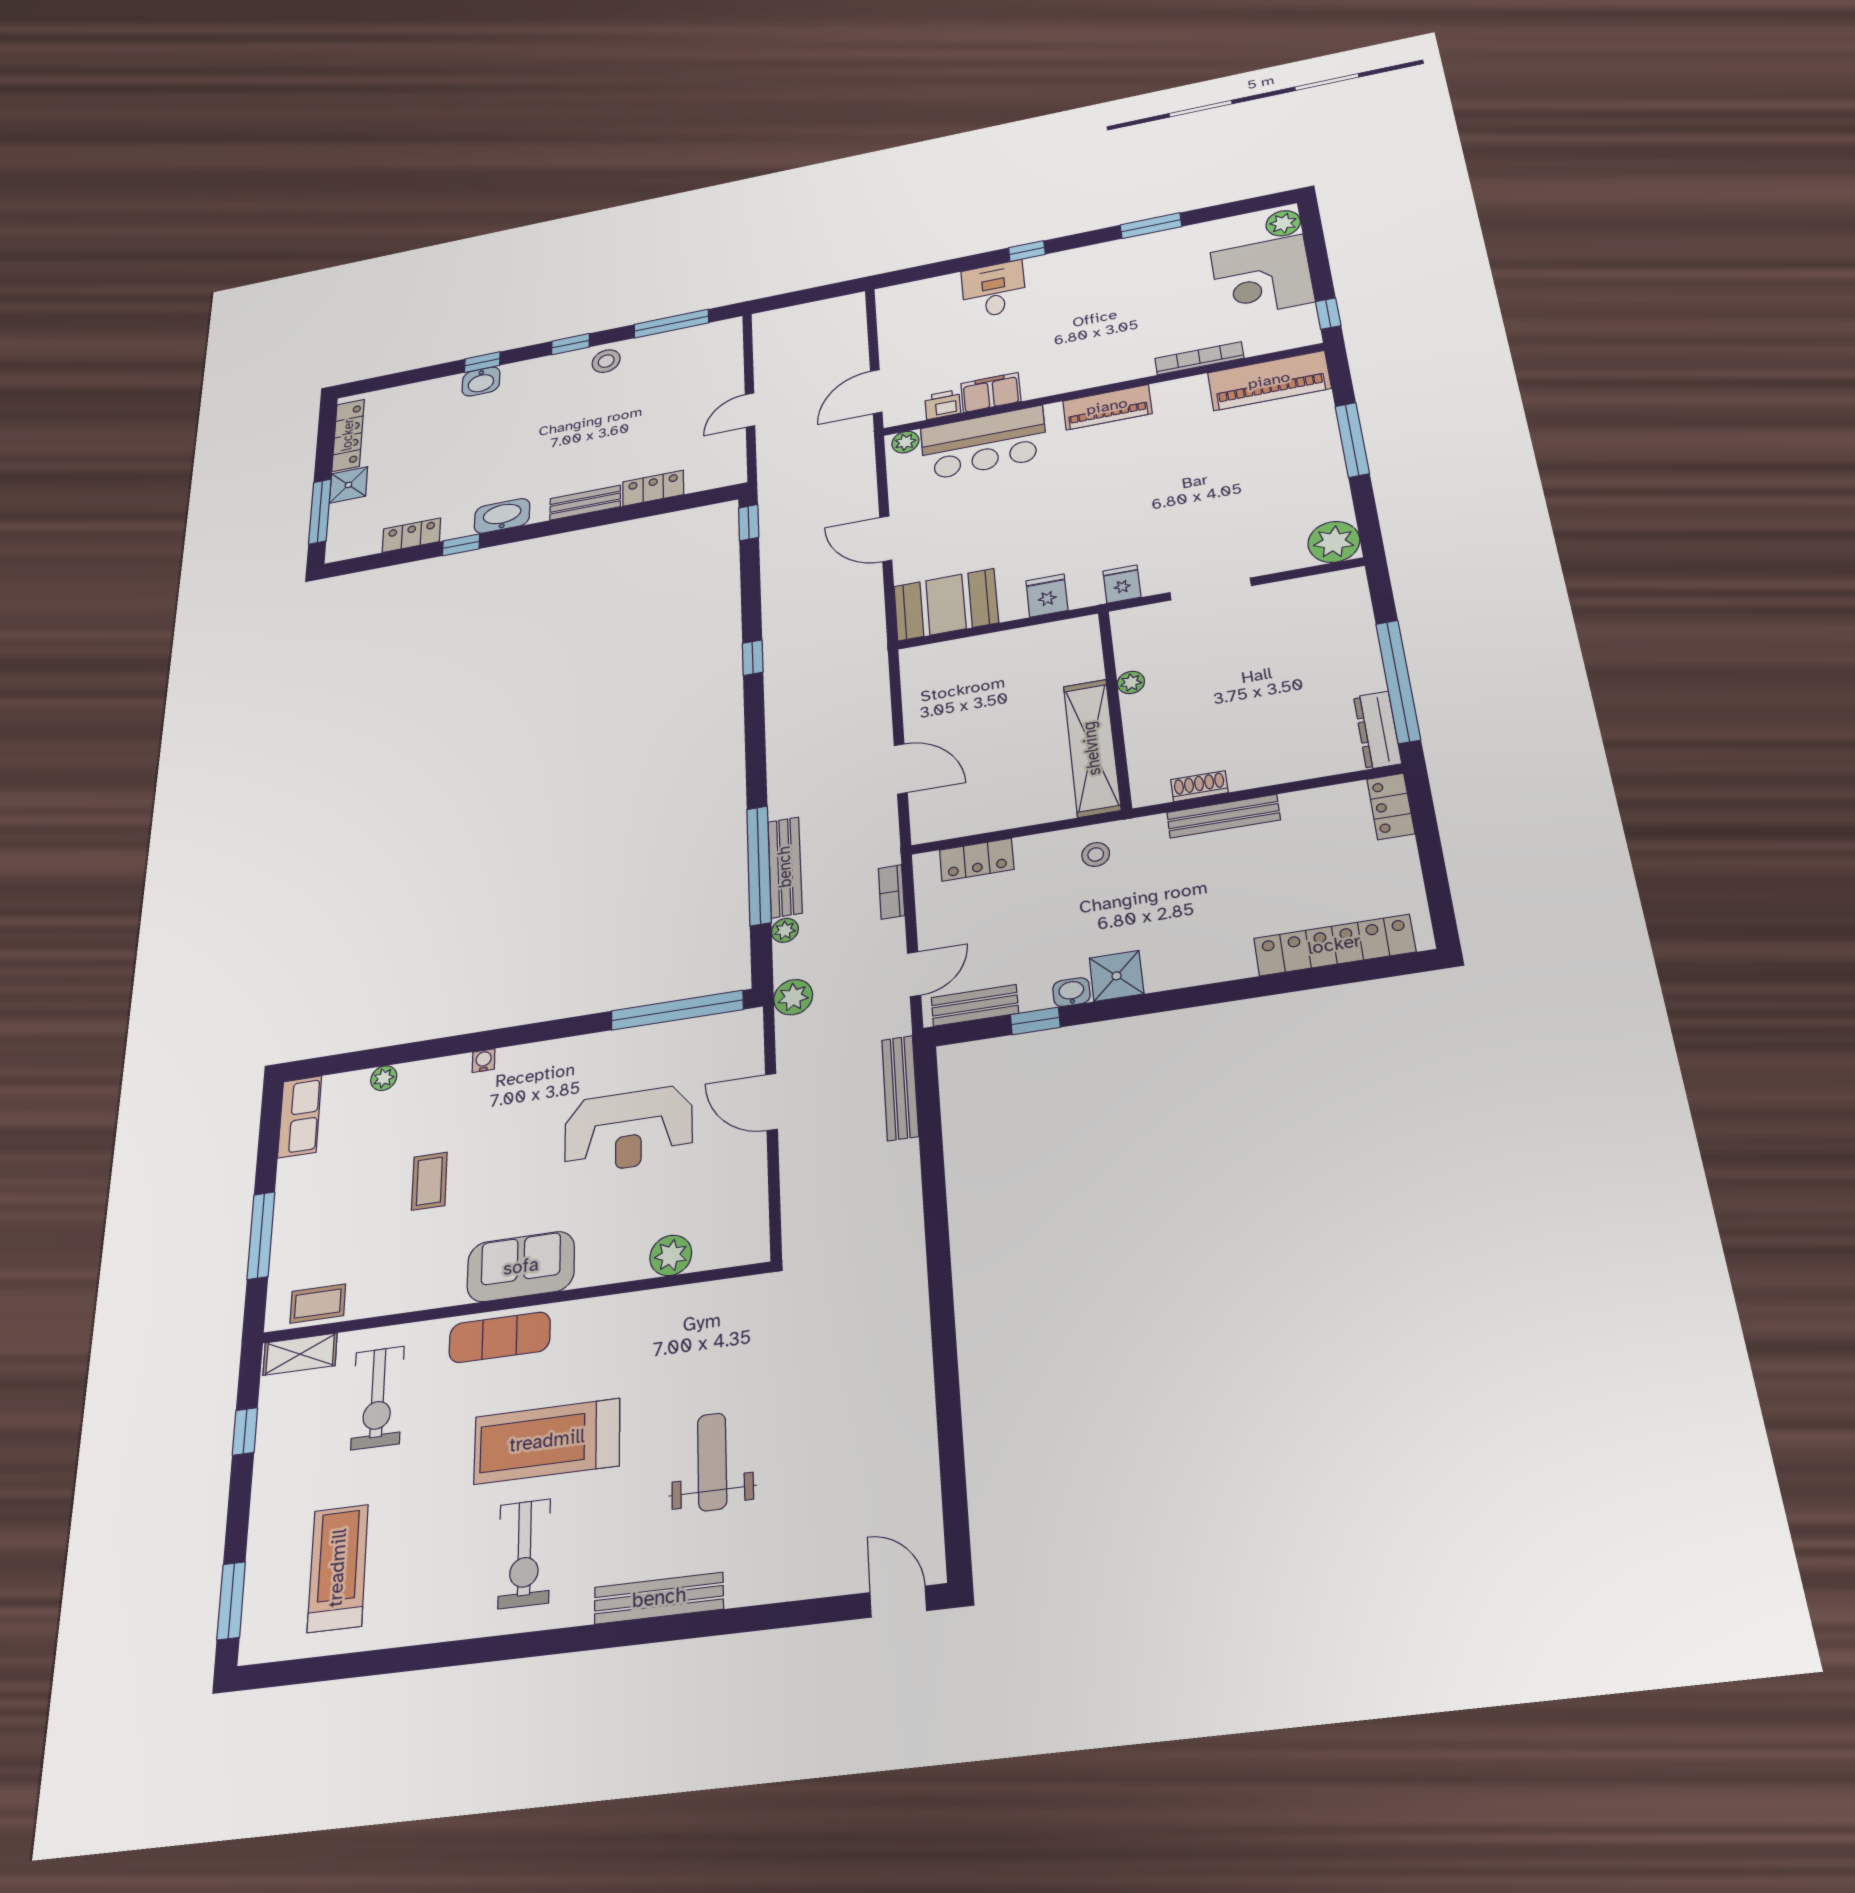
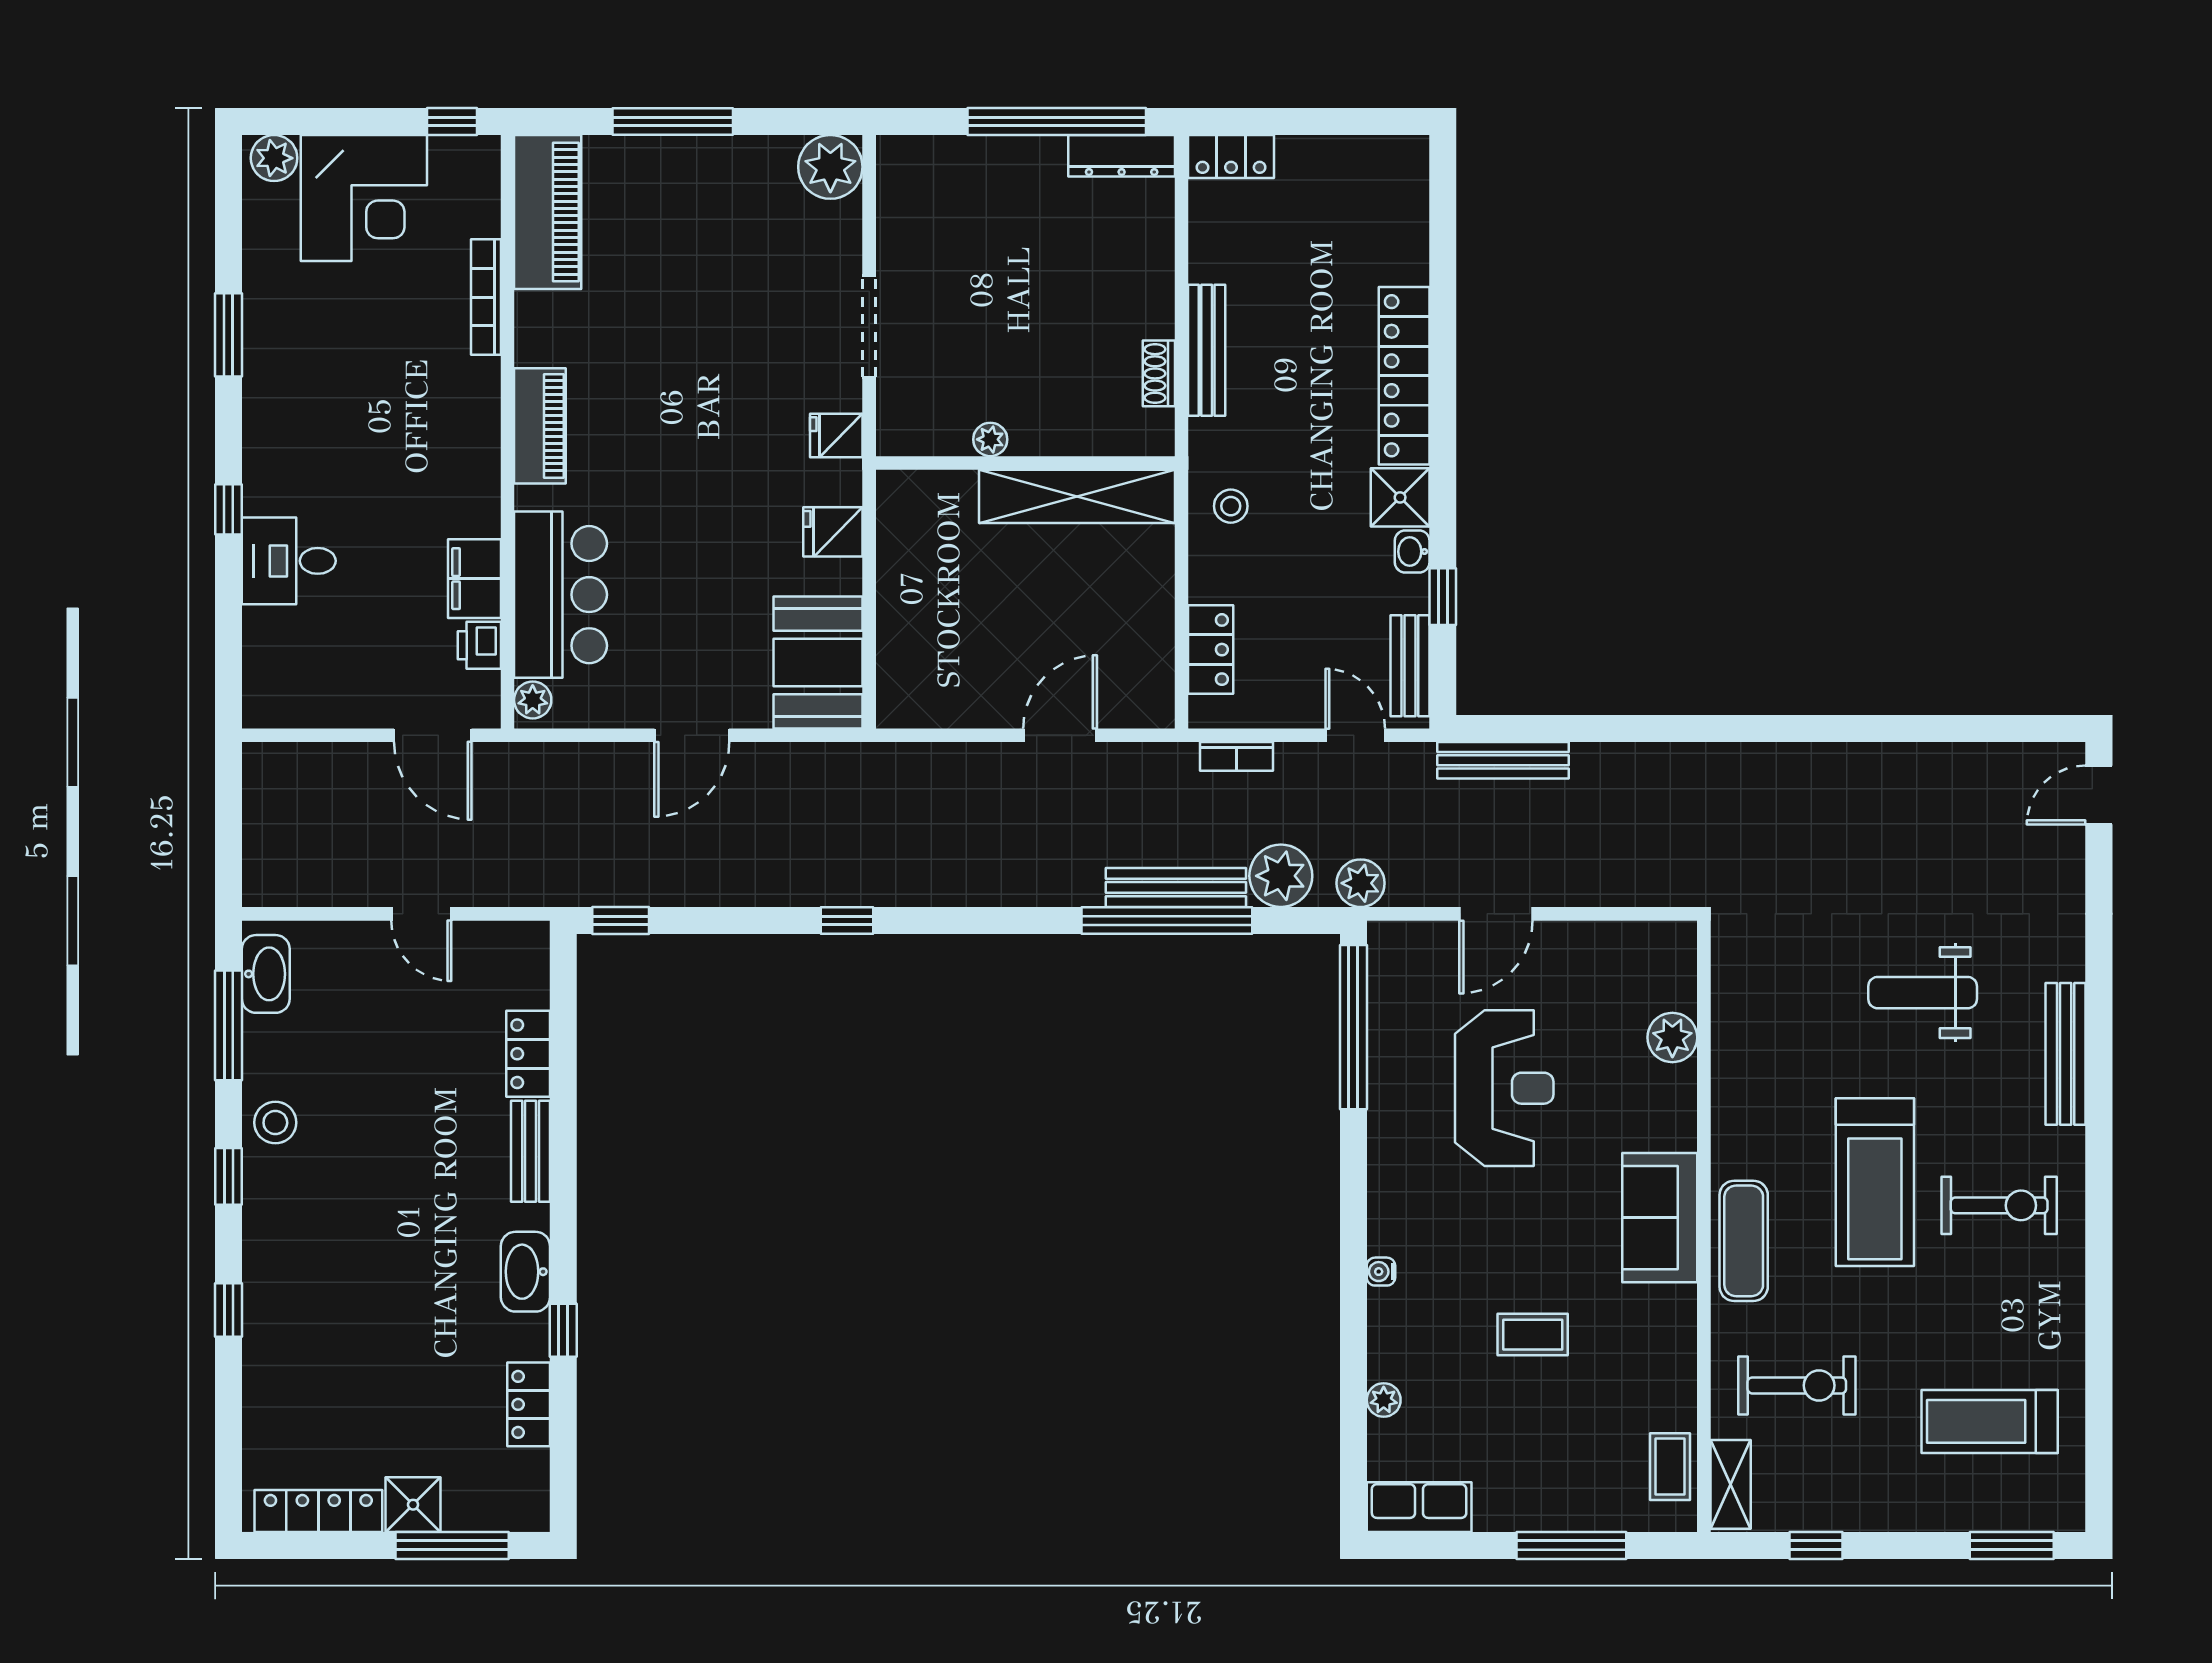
washbasin: (481, 381) -> (266, 974), moved, width x1.38
plant: (785, 930) -> (1281, 876), width x1.88, depth x1.88
locker: (1334, 945) -> (1404, 376), moved

